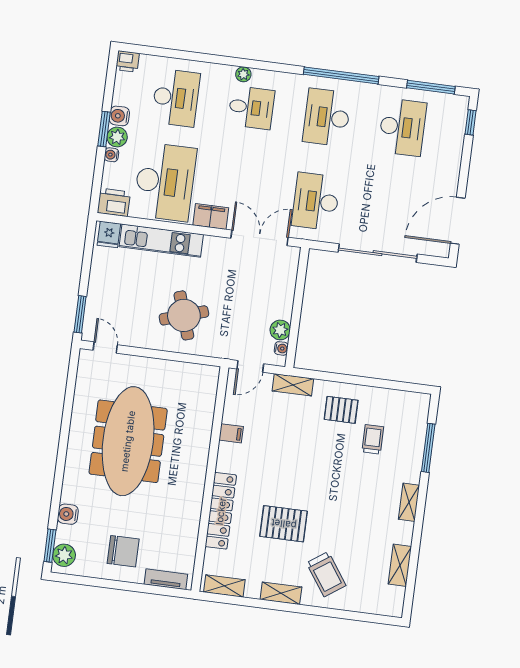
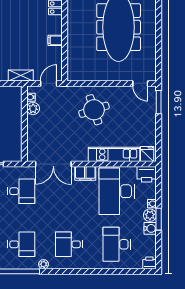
plant: (243, 74) -> (43, 264), moved
desk: (327, 117) -> (21, 244), width x0.73
desk: (316, 201) -> (21, 191), width x0.73

